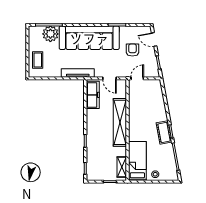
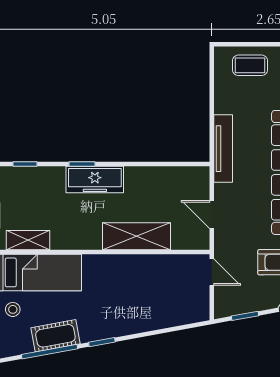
door: (109, 78) -> (212, 214), hinge flipped
freezer: (93, 95) -> (95, 180), moved
shelving: (120, 122) -> (136, 236), width x0.68
cot: (164, 132) -> (55, 336), moved

